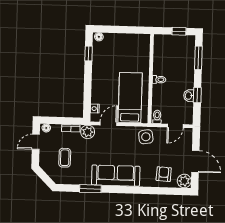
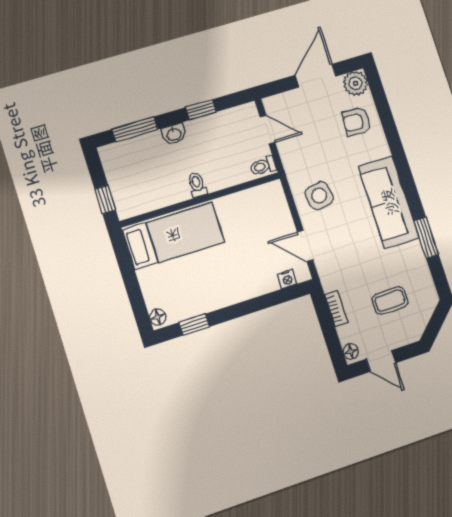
window: (179, 31) -> (105, 199), moved
washbasin: (189, 96) -> (174, 134), moved
bed: (130, 98) -> (174, 236), moved, turned 180
plant: (88, 132) -> (332, 277), removed
side table: (146, 137) -> (319, 196), moved

